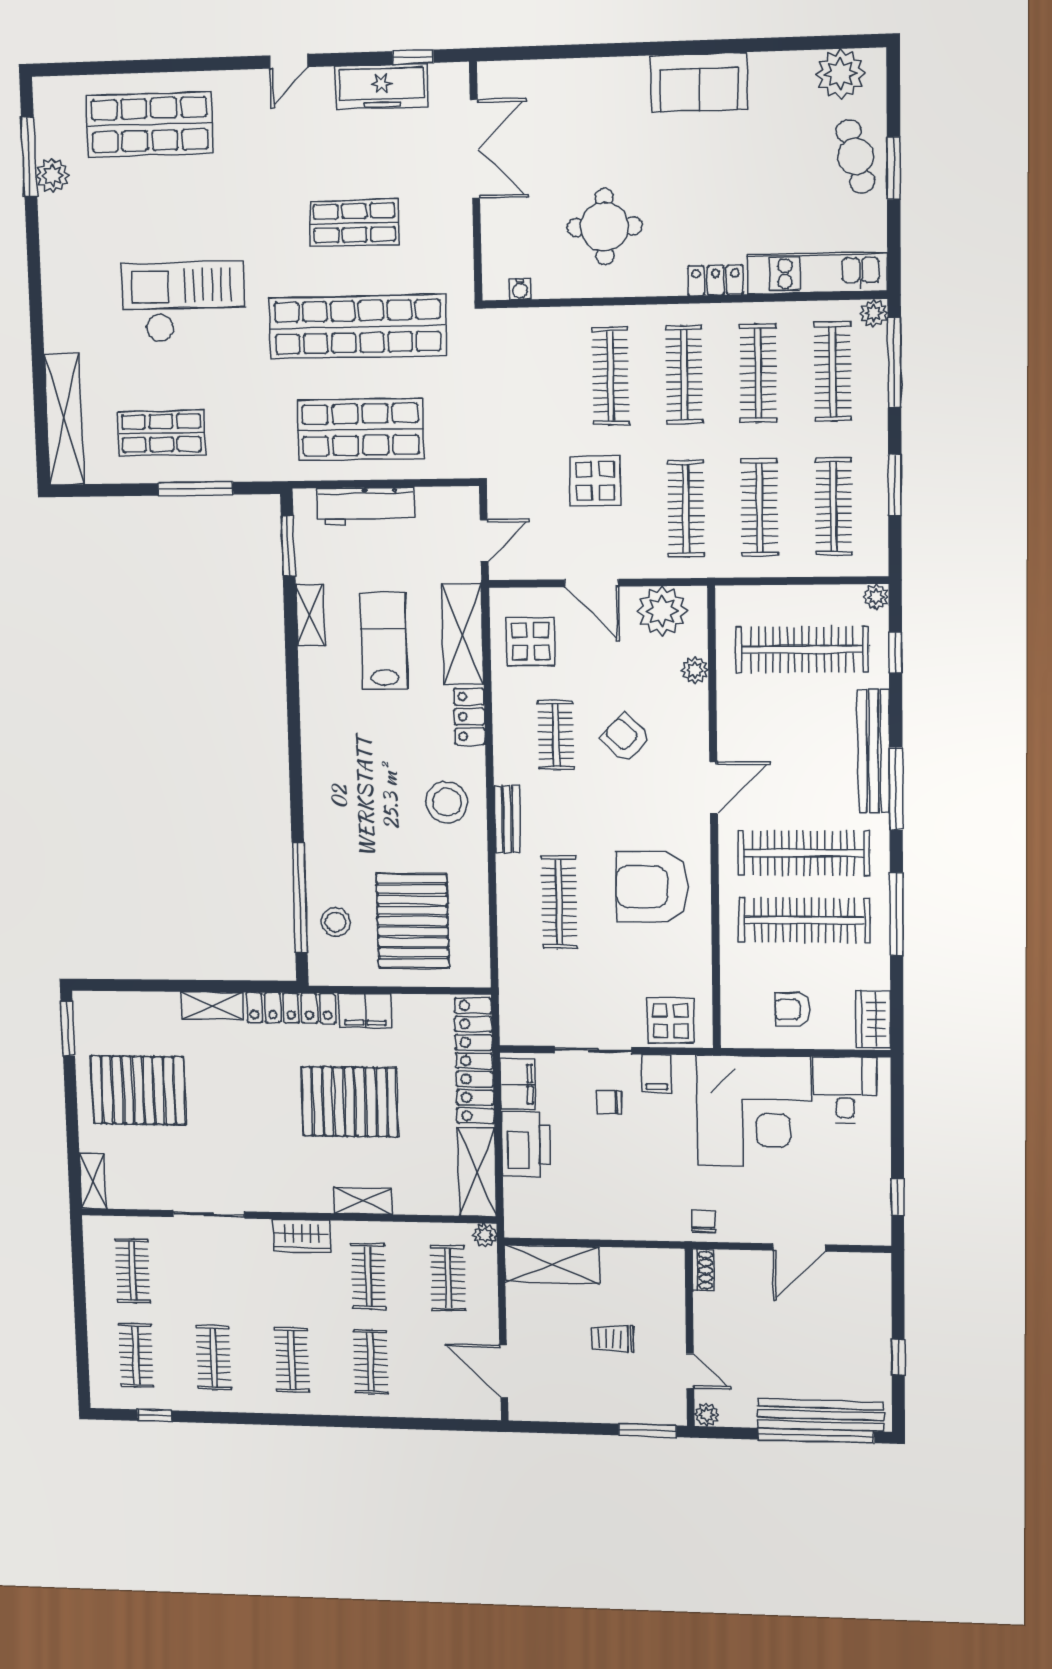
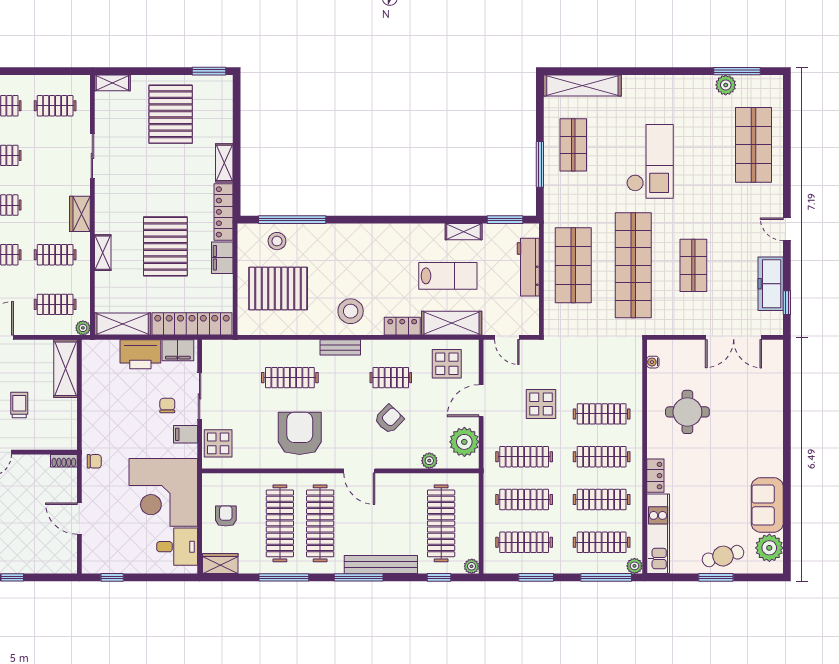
sofa: (699, 82) -> (767, 505), moved

